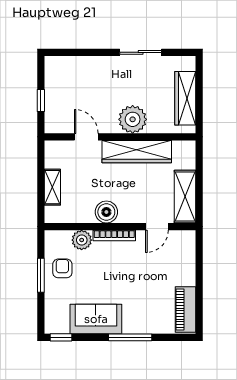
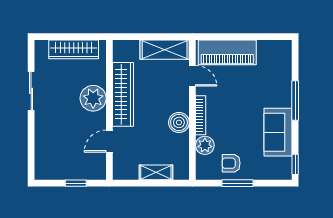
piano: (185, 309) -> (227, 52), moved, width x1.37, depth x1.33

